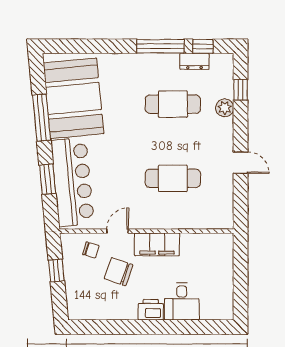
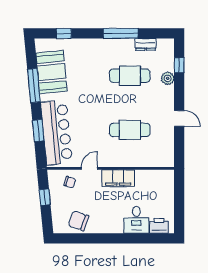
window: (203, 46) -> (64, 33), moved
booth: (73, 98) -> (51, 72), width x0.73, depth x0.70
chair: (119, 272) -> (79, 221), moved
printer: (151, 310) -> (159, 226), moved

